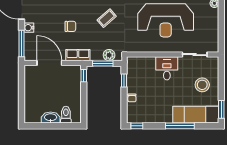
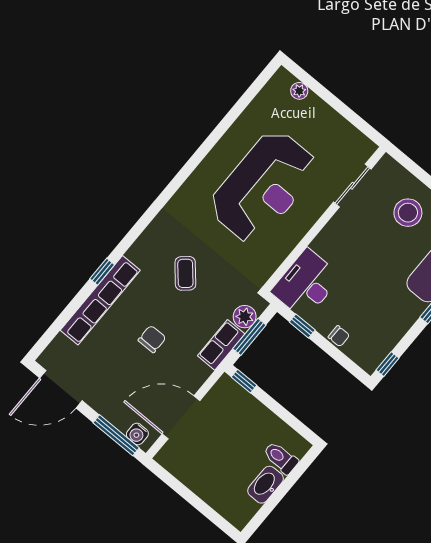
water cooler: (29, 28) -> (137, 434), moved
row of seats: (78, 55) -> (221, 345), moved
desk: (167, 68) -> (306, 284), moved, width x1.37

